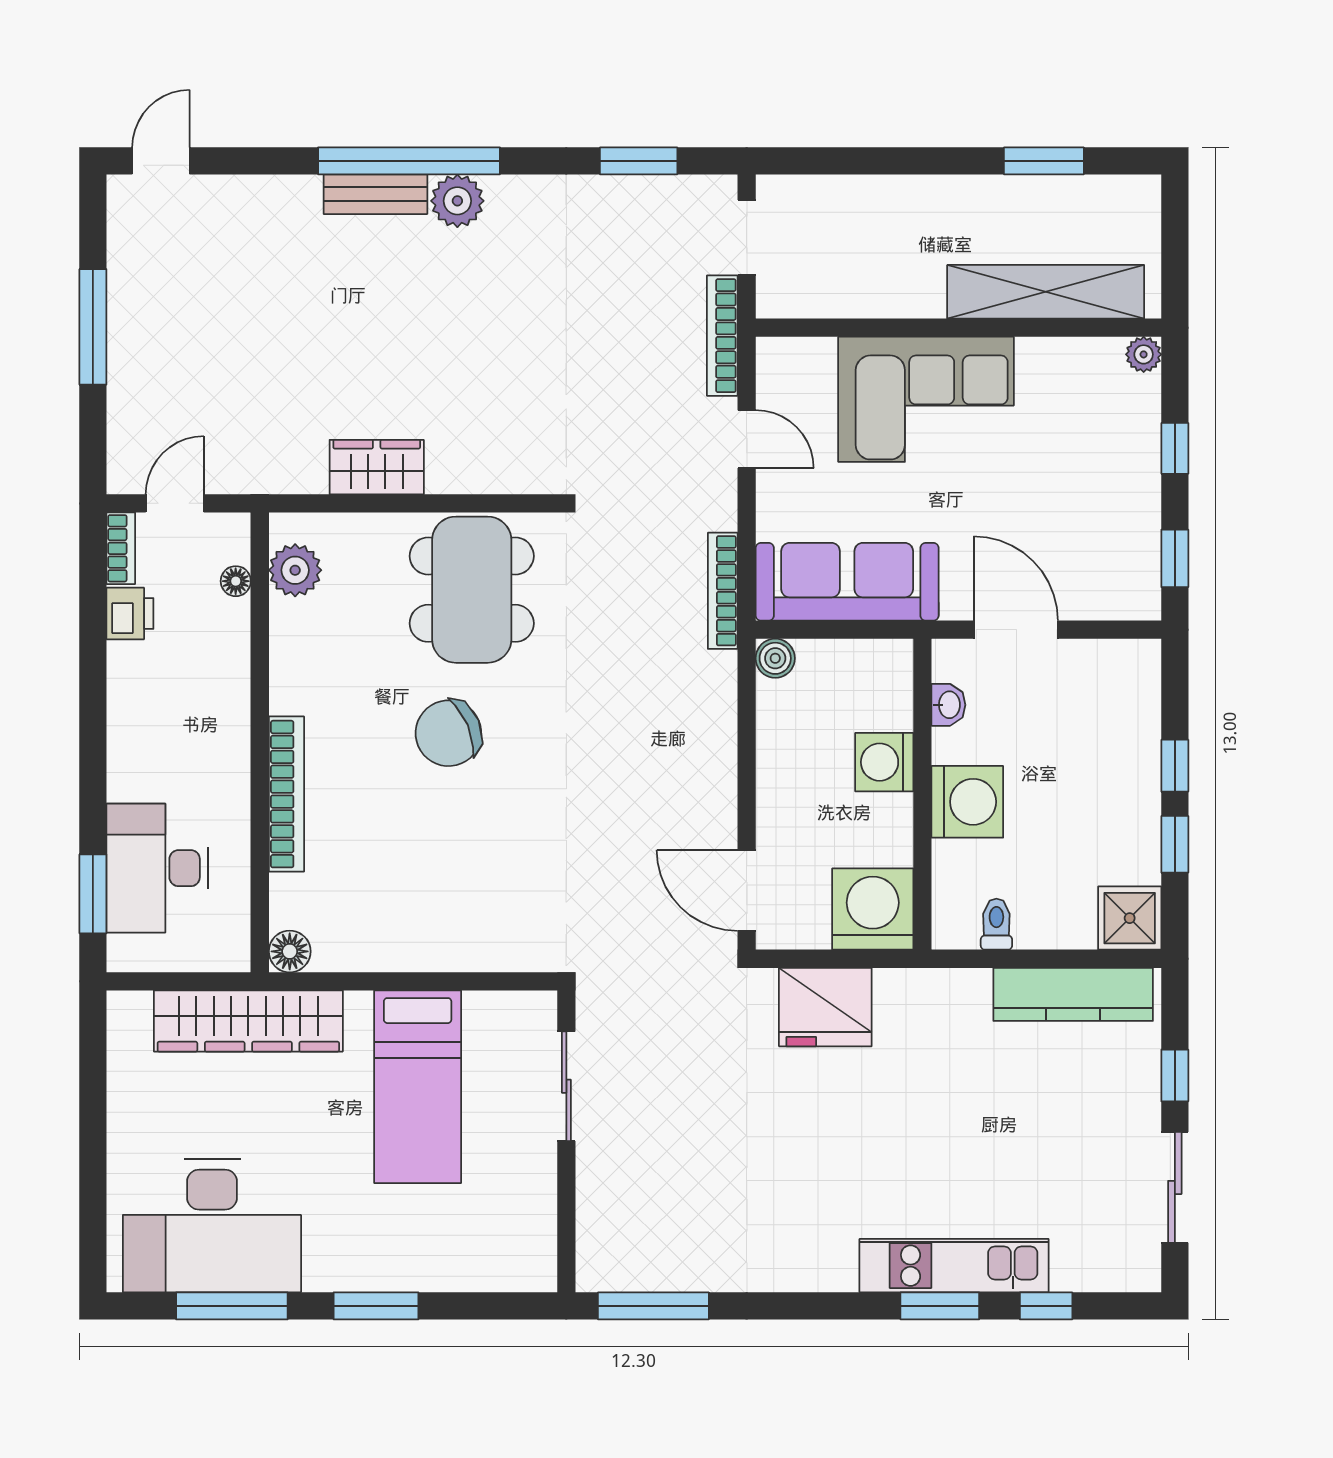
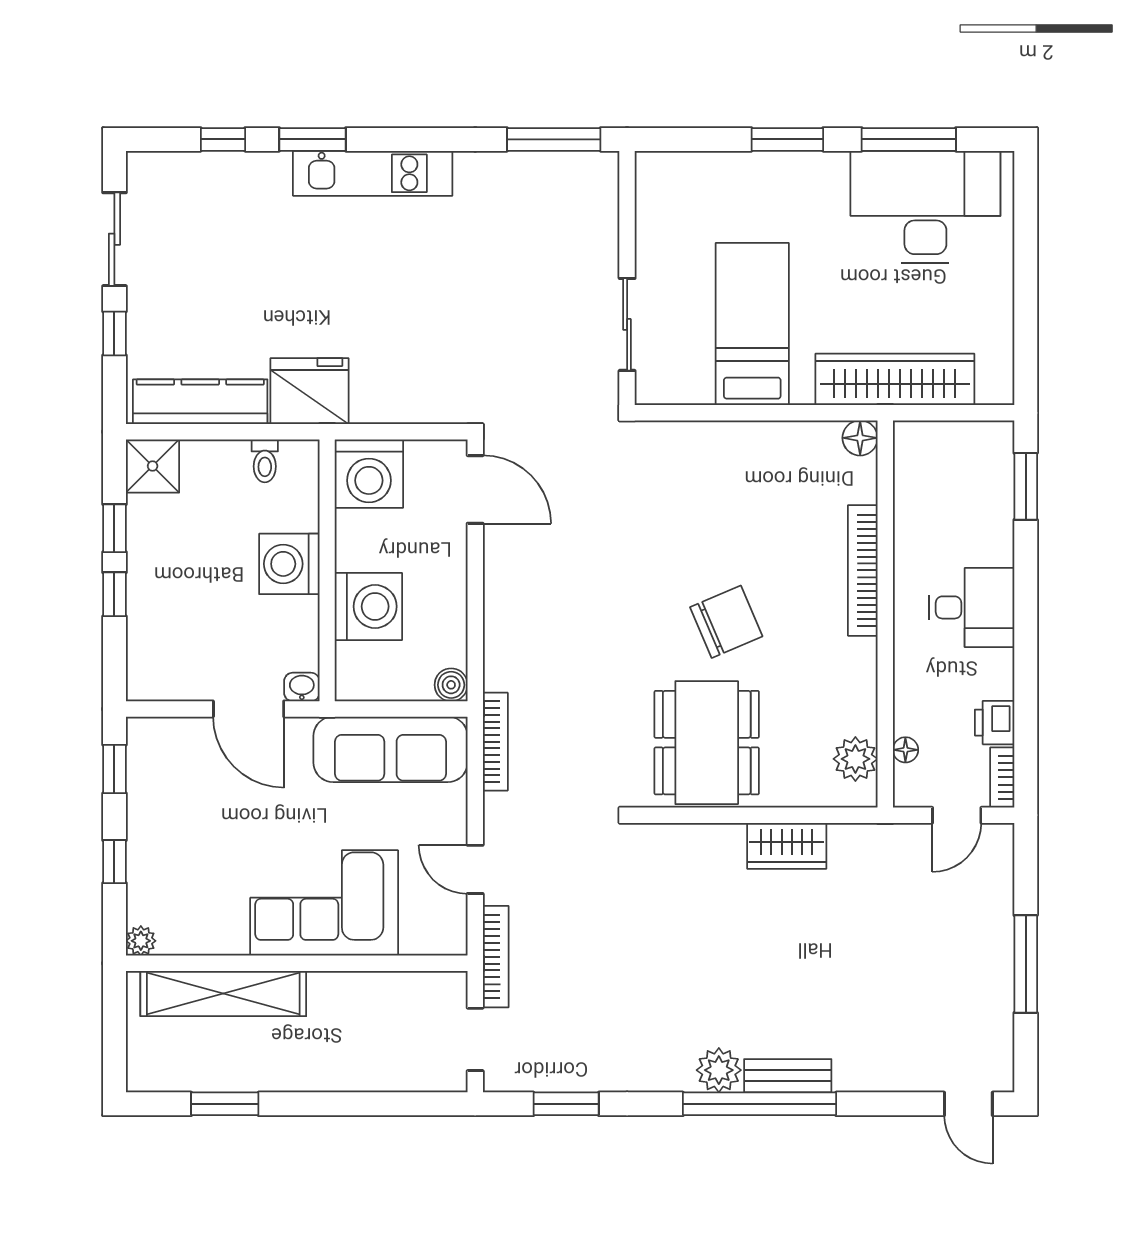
door: (161, 161) -> (968, 1104), hinge flipped
washbasin: (948, 705) -> (302, 687), moved, turned 90
washing machine: (884, 762) -> (368, 606), width x1.37, depth x1.37
desk: (157, 868) -> (972, 607), moved, width x0.73
fridge: (825, 1007) -> (309, 391), moved
kitchen unit: (954, 1266) -> (373, 173), moved

